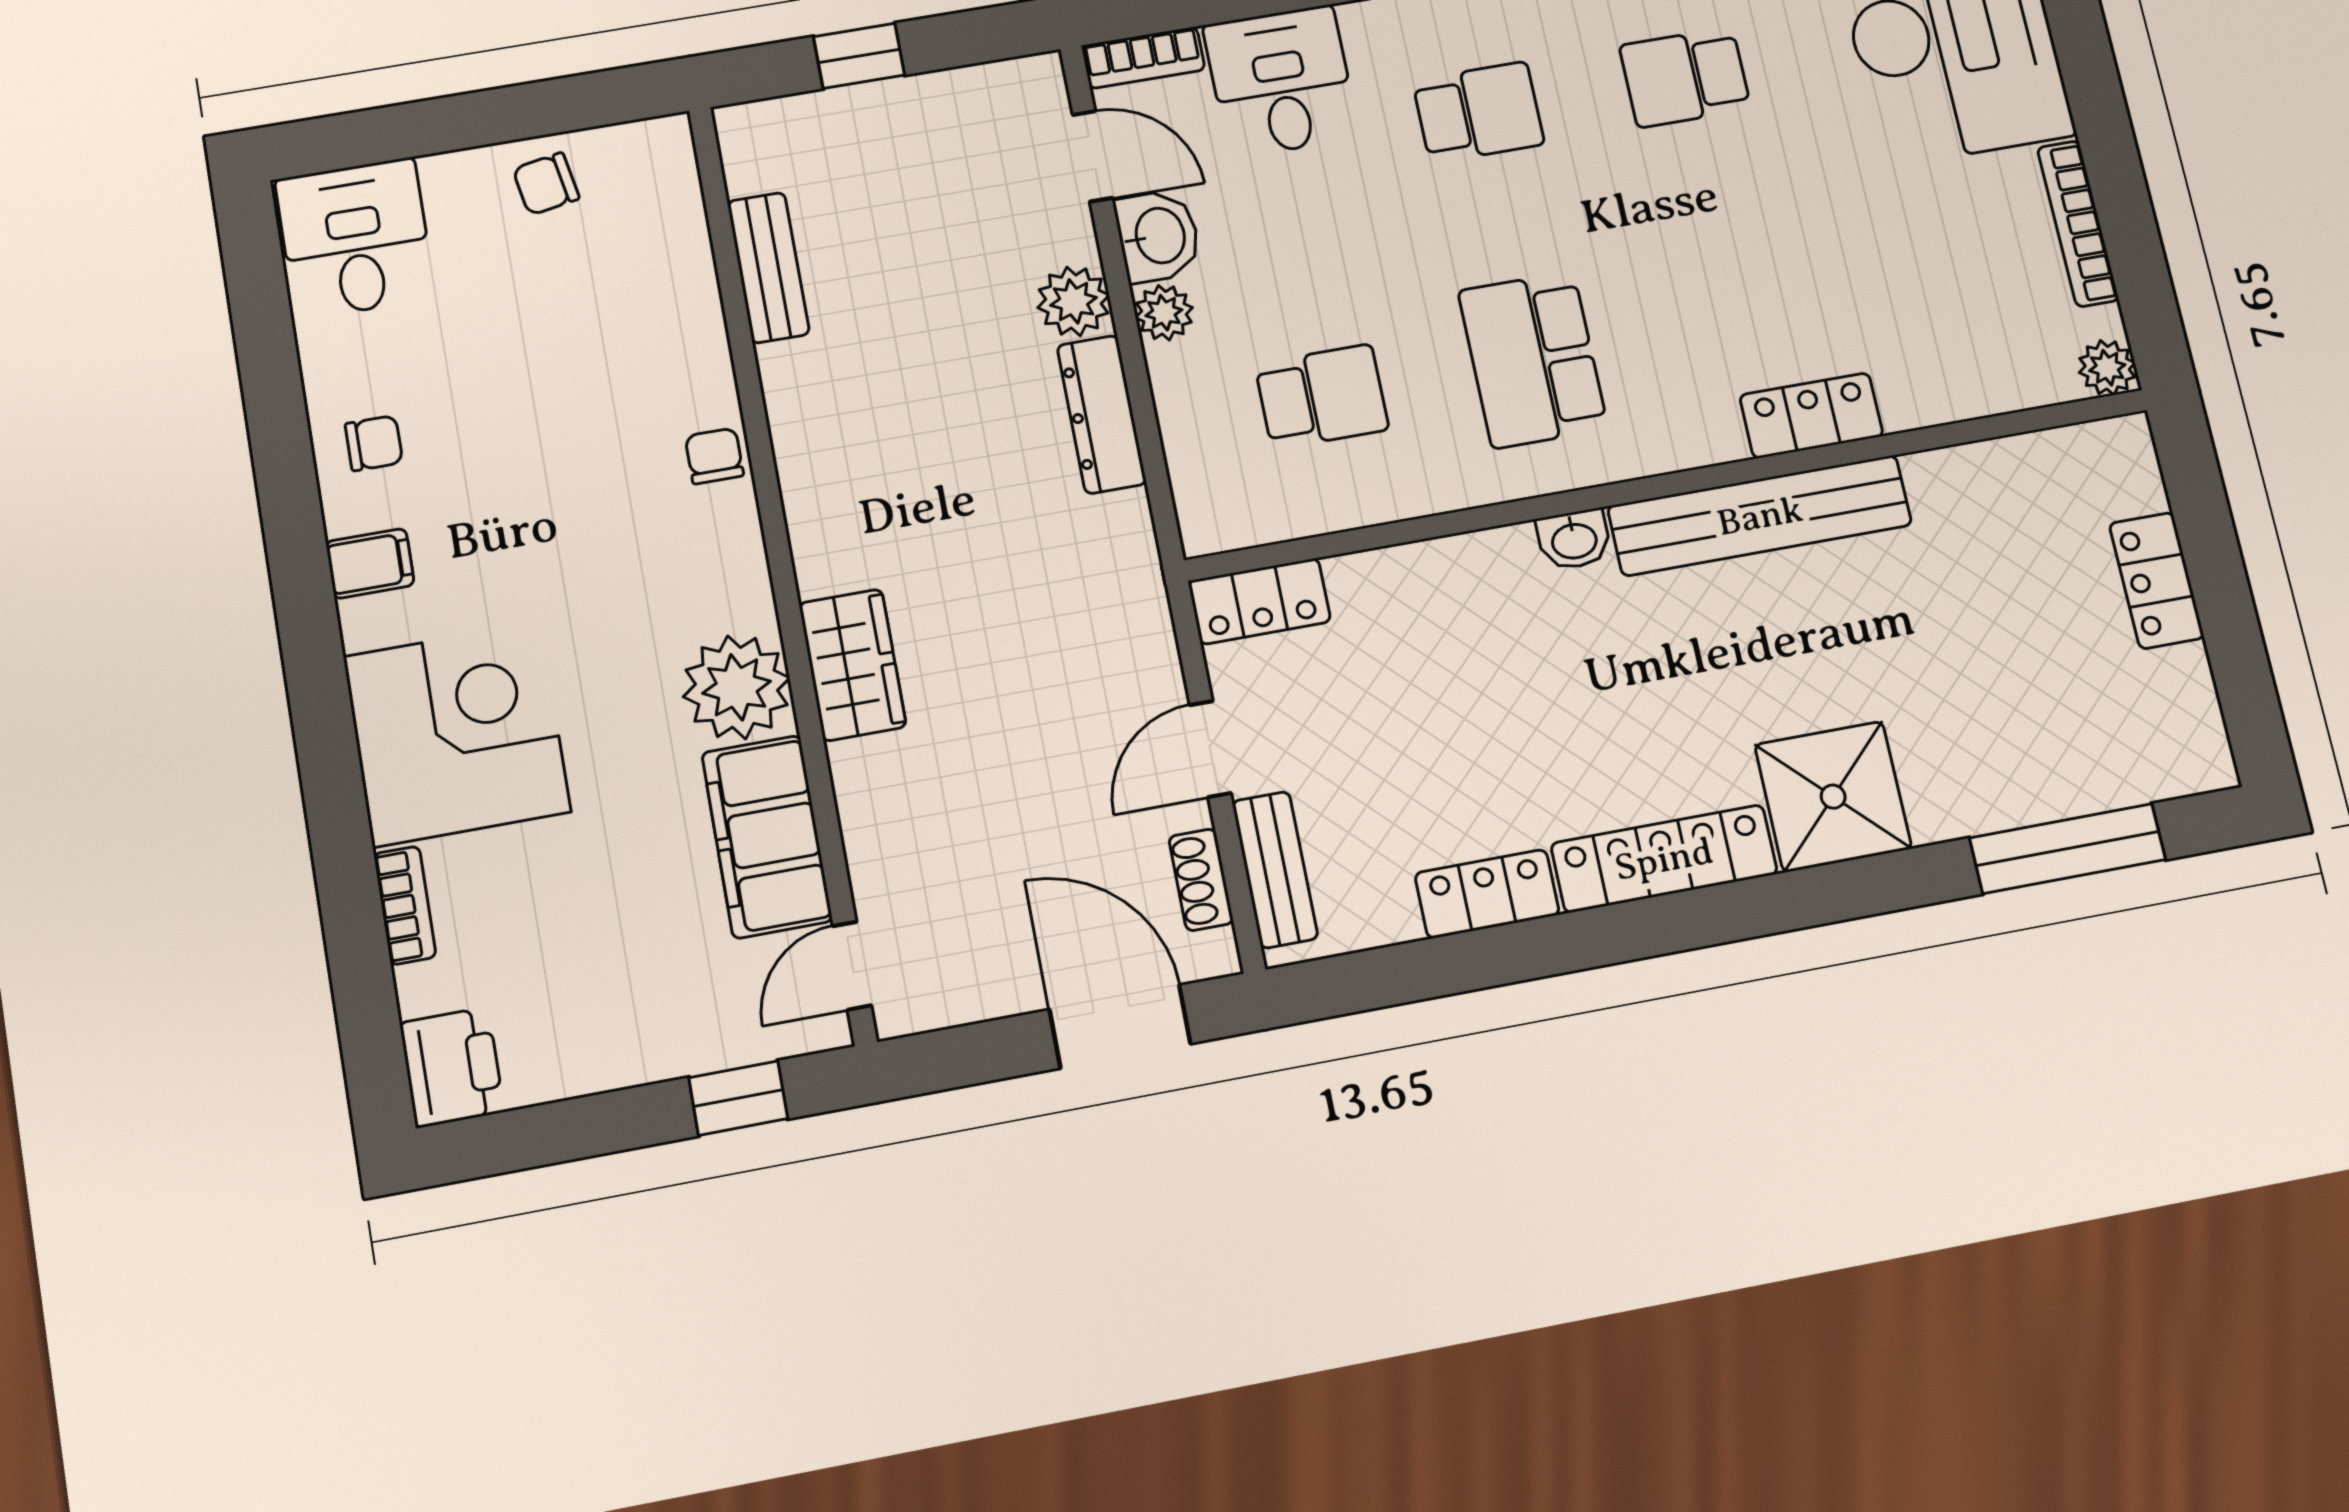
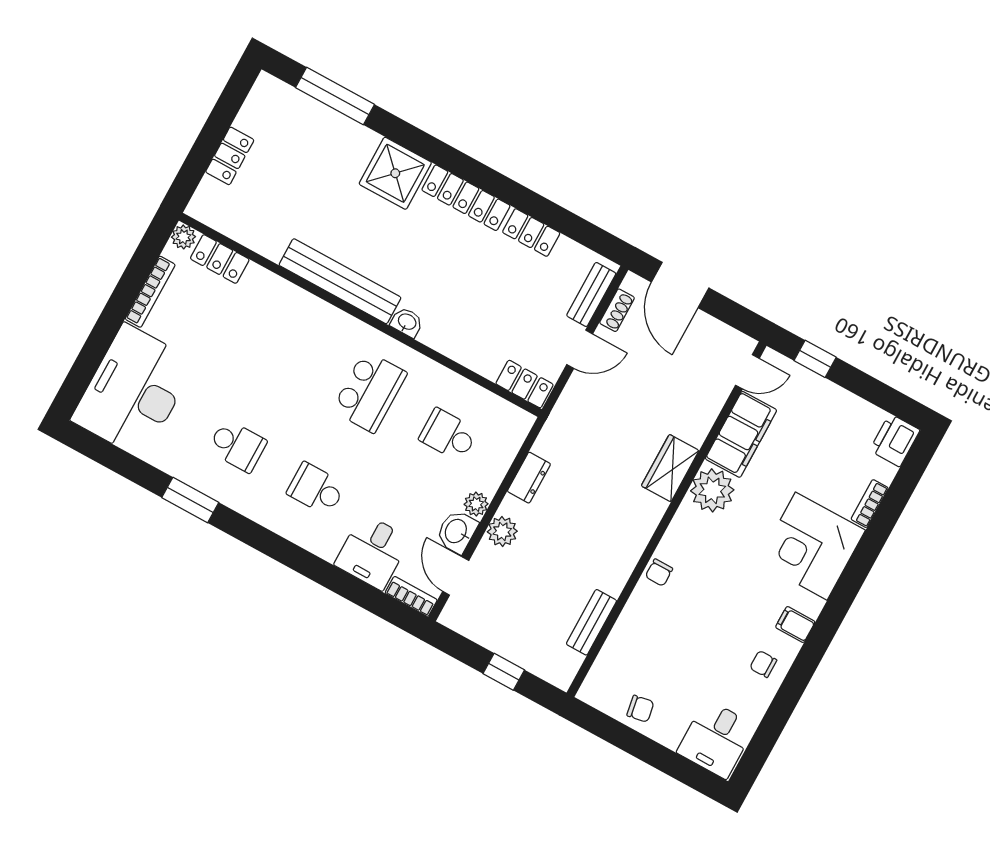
dresser: (1102, 414) -> (529, 478), width x0.70
locker: (1811, 416) -> (220, 259), moved

